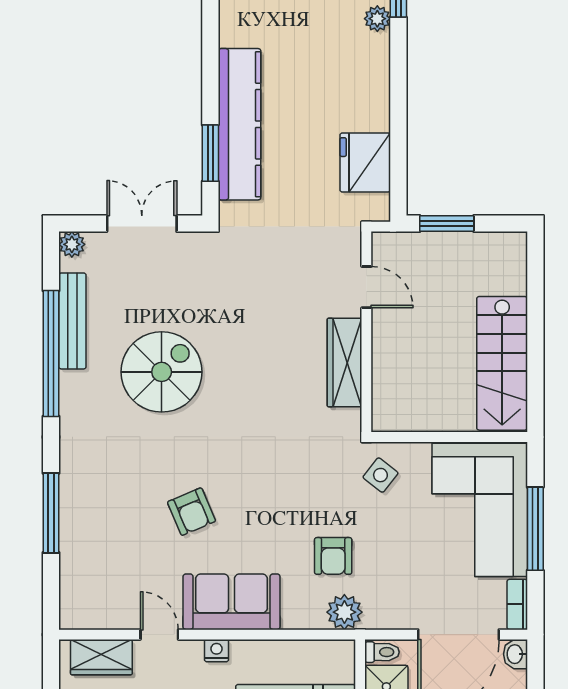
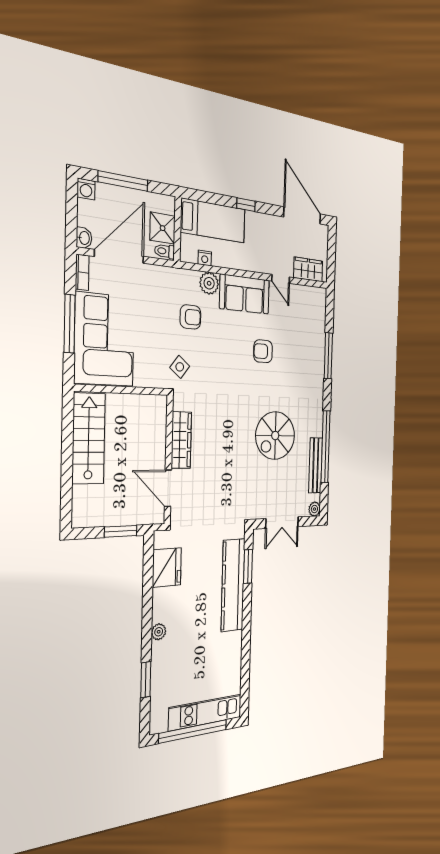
plant: (377, 19) -> (159, 632), moved
door: (366, 287) -> (168, 488), width x1.38
side table: (380, 475) -> (180, 367), moved
armchair: (191, 512) -> (263, 351), turned -67
armchair: (333, 556) -> (190, 317), turned 90
plant: (344, 612) -> (209, 283), moved
nightstand: (217, 651) -> (205, 258), moved

